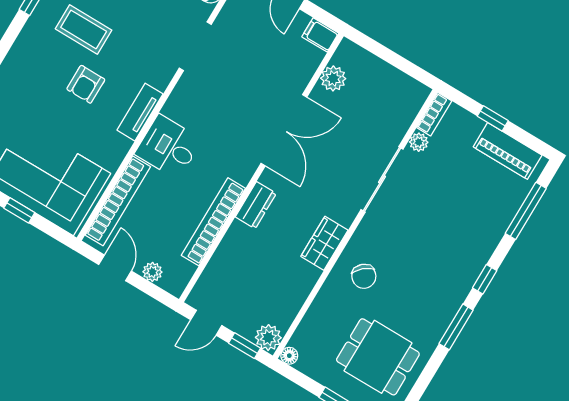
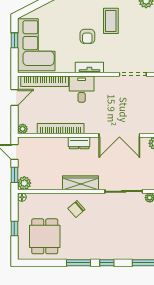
armchair: (86, 84) -> (87, 36), turned -90
wardrobe: (324, 243) -> (80, 183), width x1.50
plant: (152, 272) -> (23, 129), moved

